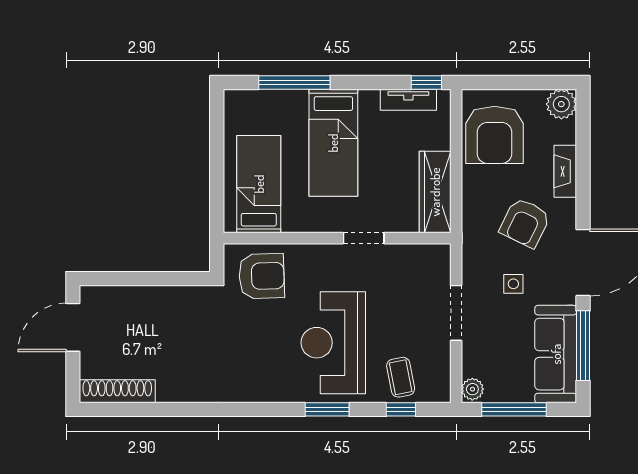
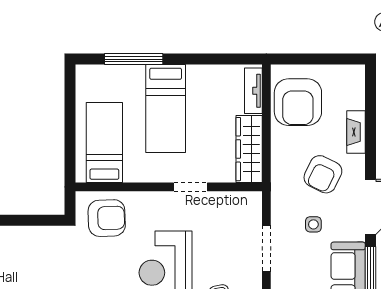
window: (426, 82) -> (242, 59), removed
tv unit: (408, 100) -> (253, 91), moved, turned 90
plant: (561, 104) -> (353, 77), removed

